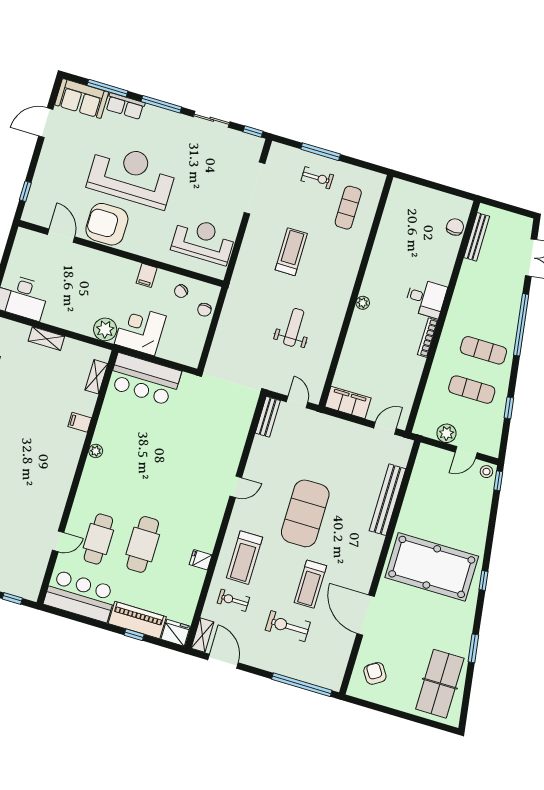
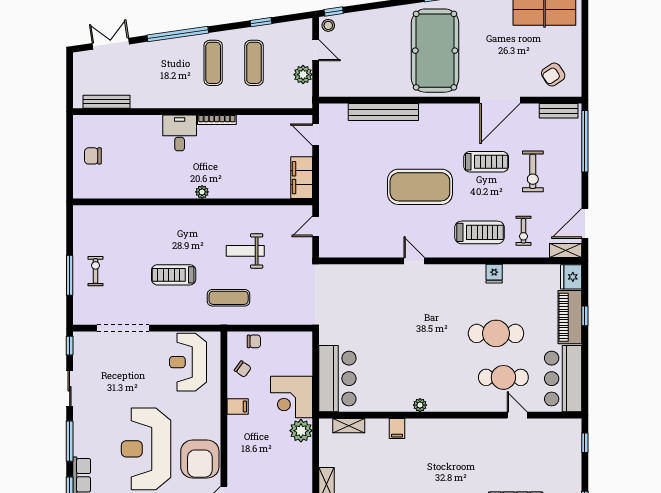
exercise mat: (348, 208) -> (229, 298), moved
chair: (455, 227) -> (93, 156), moved
bench: (268, 417) -> (559, 111), moved

